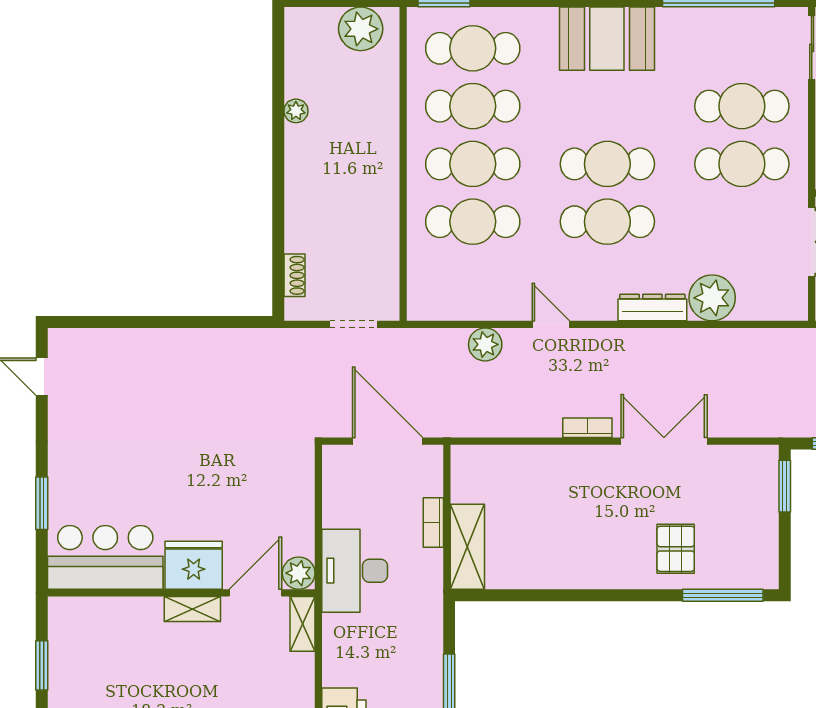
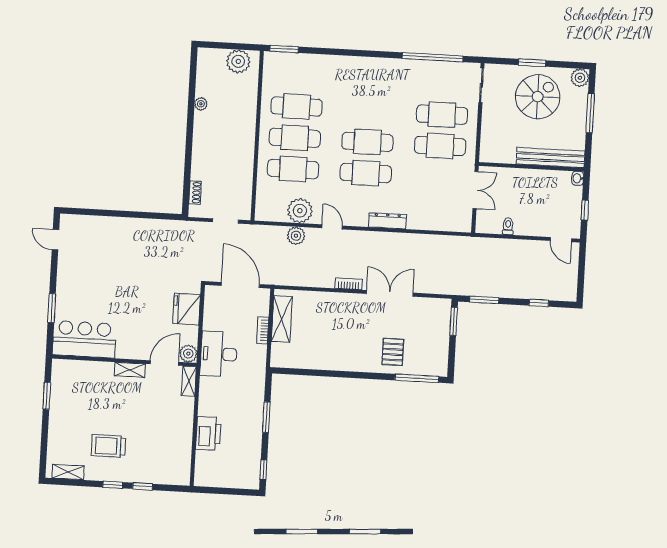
booth: (607, 39) -> (371, 74), removed
cafe table: (473, 48) -> (298, 75), removed
plant: (712, 298) -> (300, 211), moved
shelving: (467, 547) -> (282, 319), moved
fridge: (194, 565) -> (187, 309), moved, turned -90

